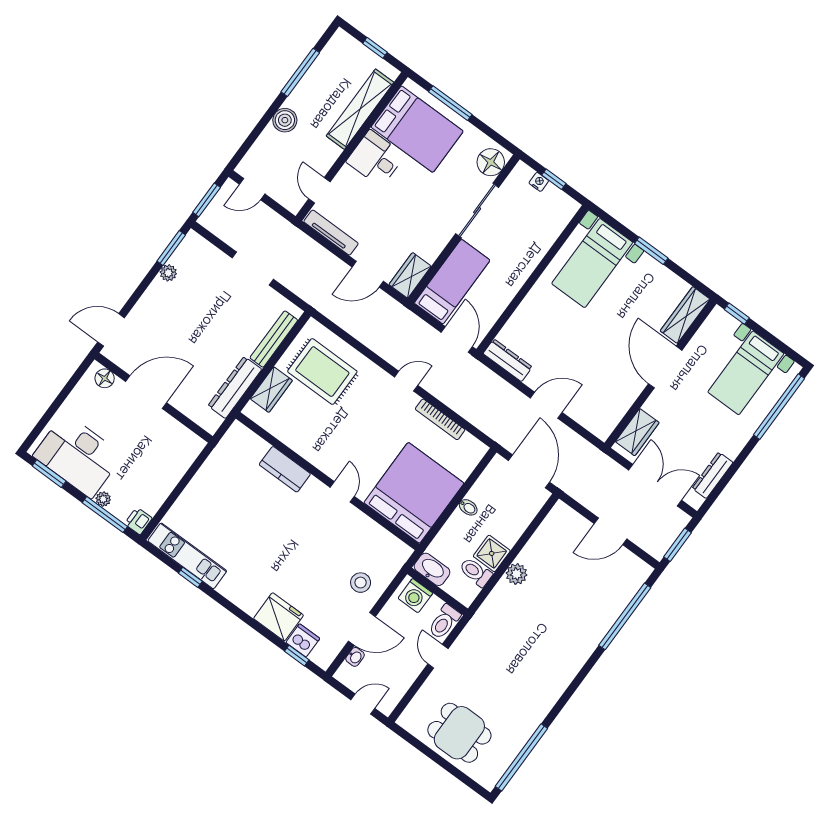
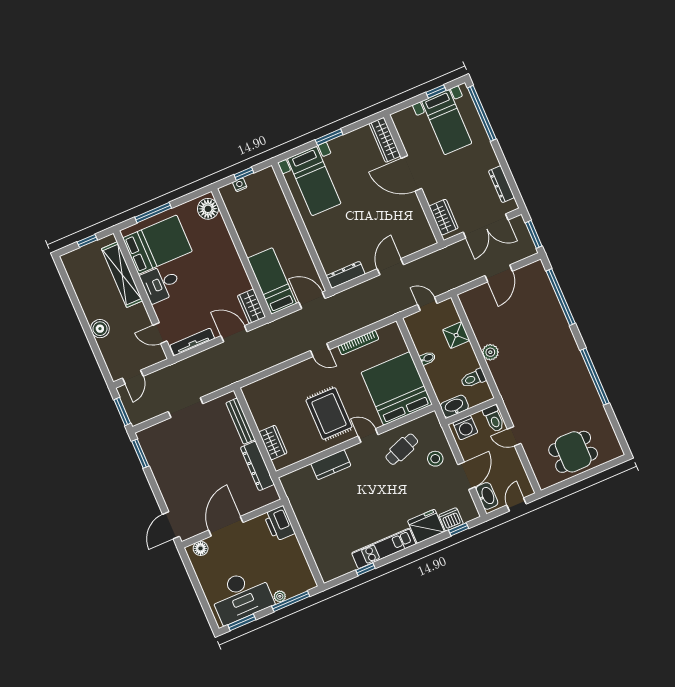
window: (300, 72) -> (74, 300), removed
sliding door: (477, 210) -> (235, 237), removed
plant: (168, 273) -> (156, 465), removed
door: (368, 274) -> (234, 334), swing flipped
window: (737, 314) -> (436, 91), moved
rug: (322, 372) -> (329, 414), moved, turned 90
door: (406, 381) -> (320, 350), swing flipped
door: (529, 471) -> (427, 304), width x0.53
double door: (655, 485) -> (486, 226), swing flipped
printer: (138, 521) -> (279, 524), moved, width x1.87, depth x1.48
cafe table: (349, 539) -> (402, 449), added
shower: (492, 553) -> (456, 335), moved
kitchen unit: (187, 556) -> (384, 548), moved
washbasin: (355, 657) -> (487, 496), width x1.91, depth x1.45
window: (521, 757) -> (595, 377), moved

